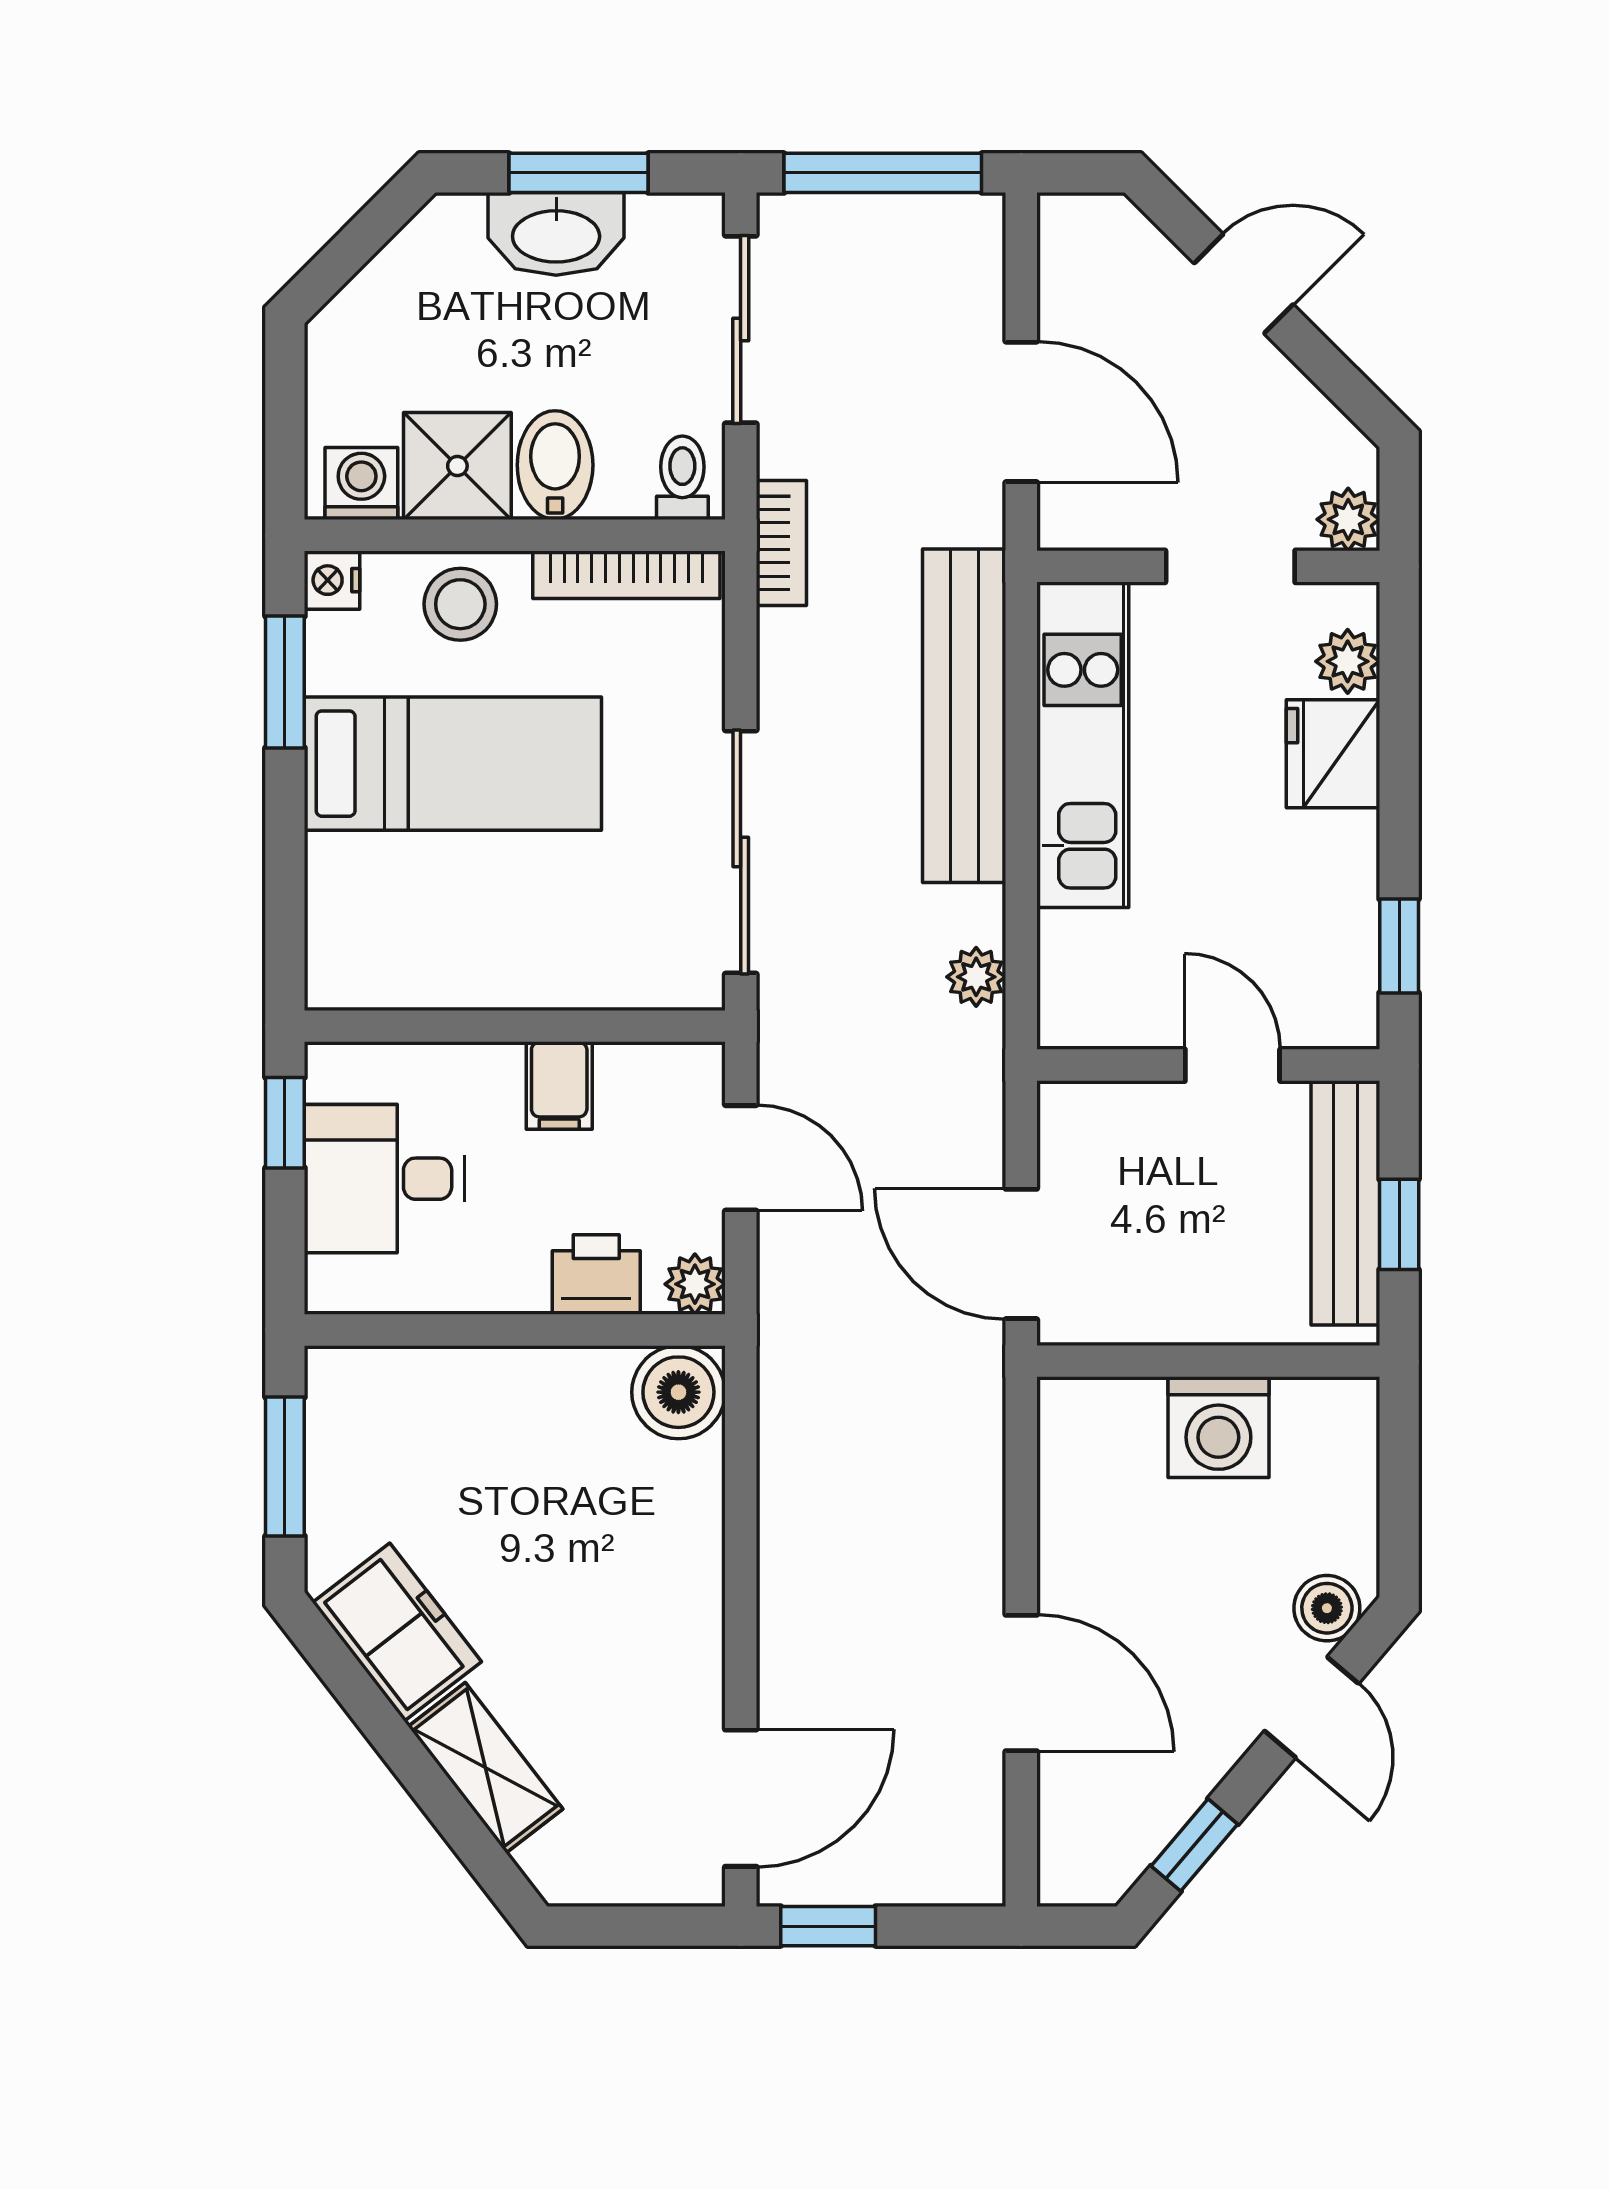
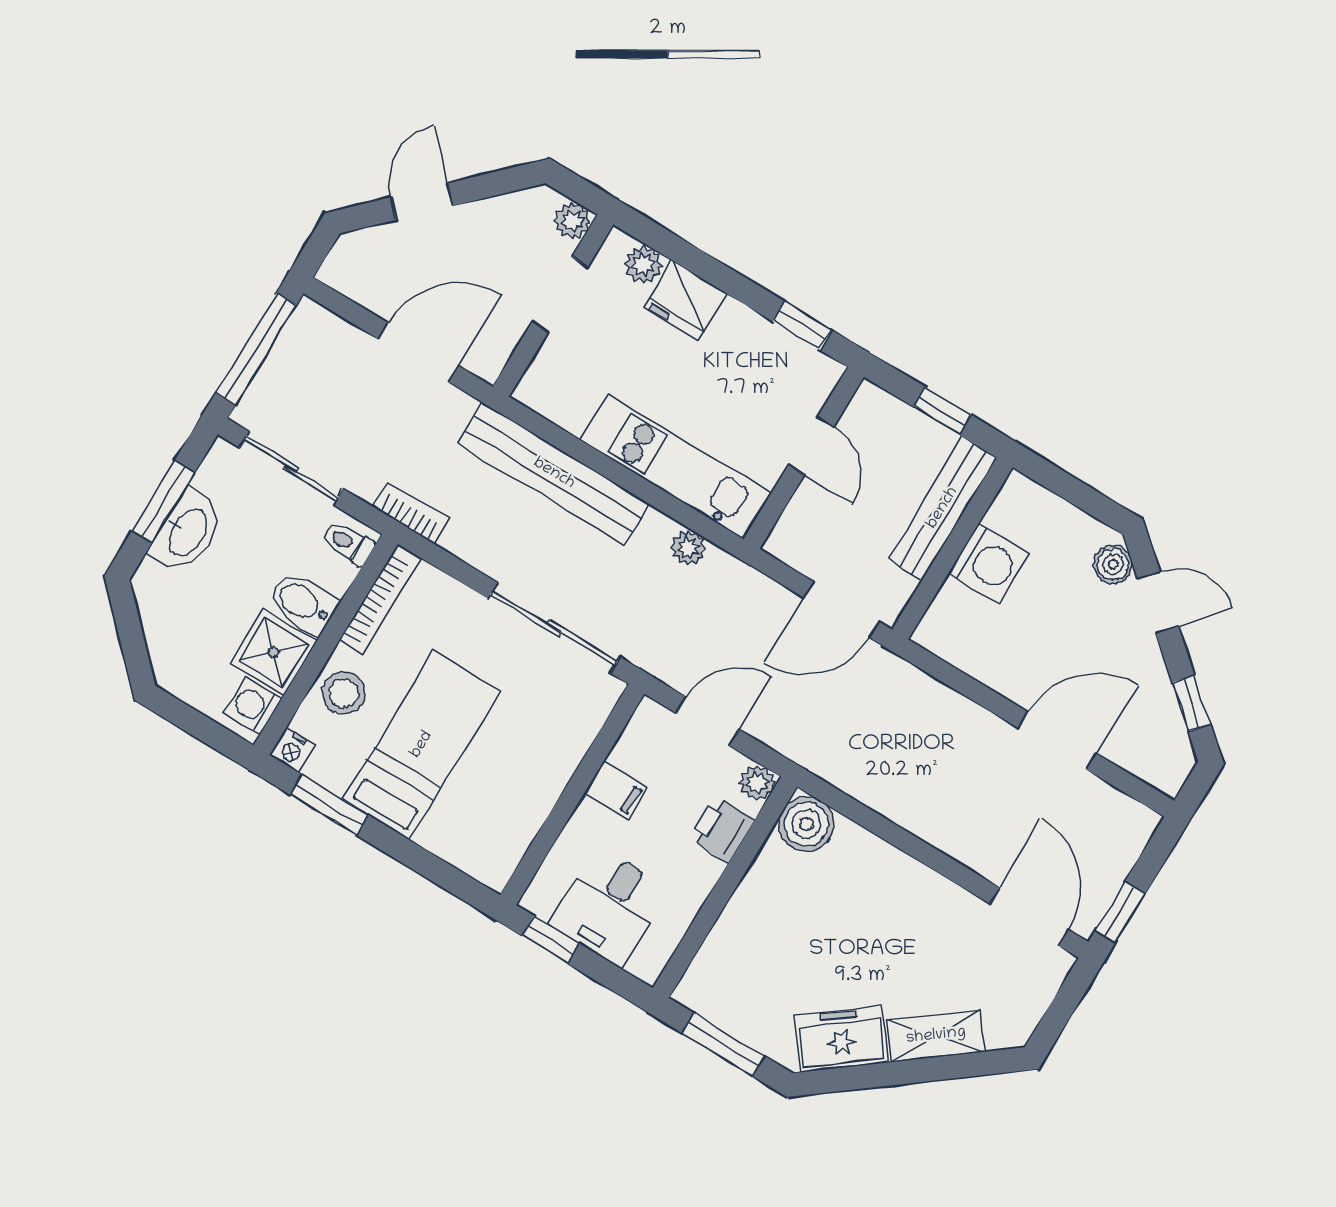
kitchen unit: (1083, 745) -> (676, 467), moved
door: (1232, 1065) -> (811, 446), swing flipped
bench: (1345, 1203) -> (943, 508), moved, turned 90

